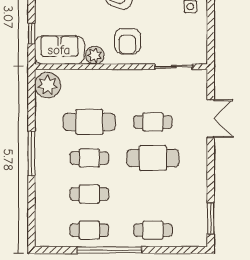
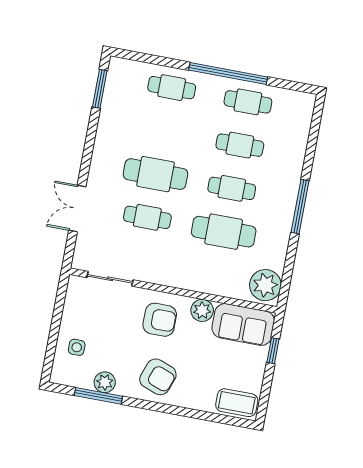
armchair: (127, 41) -> (160, 320), turned 90

